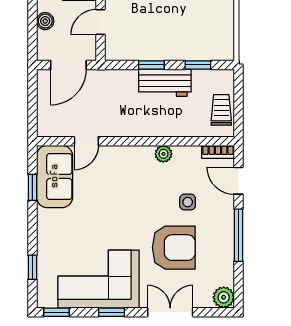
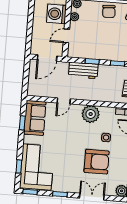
boiler: (45, 21) -> (36, 33), removed
workbench: (165, 83) -> (83, 70), moved
door: (86, 141) -> (64, 101), moved
plant: (163, 154) -> (91, 114), width x1.88, depth x1.88
corner sofa: (99, 279) -> (37, 167), moved, turned 90

